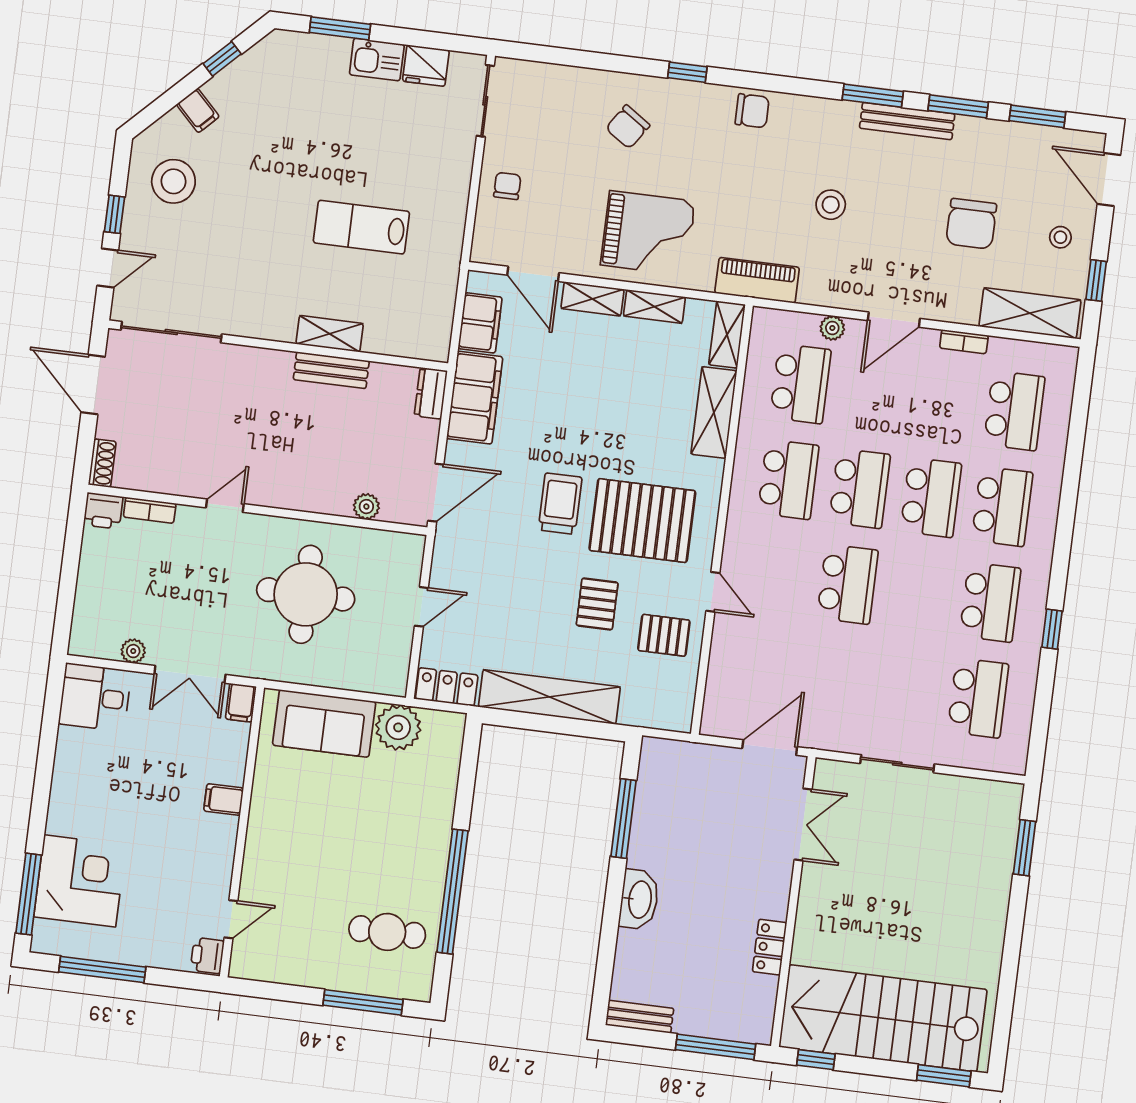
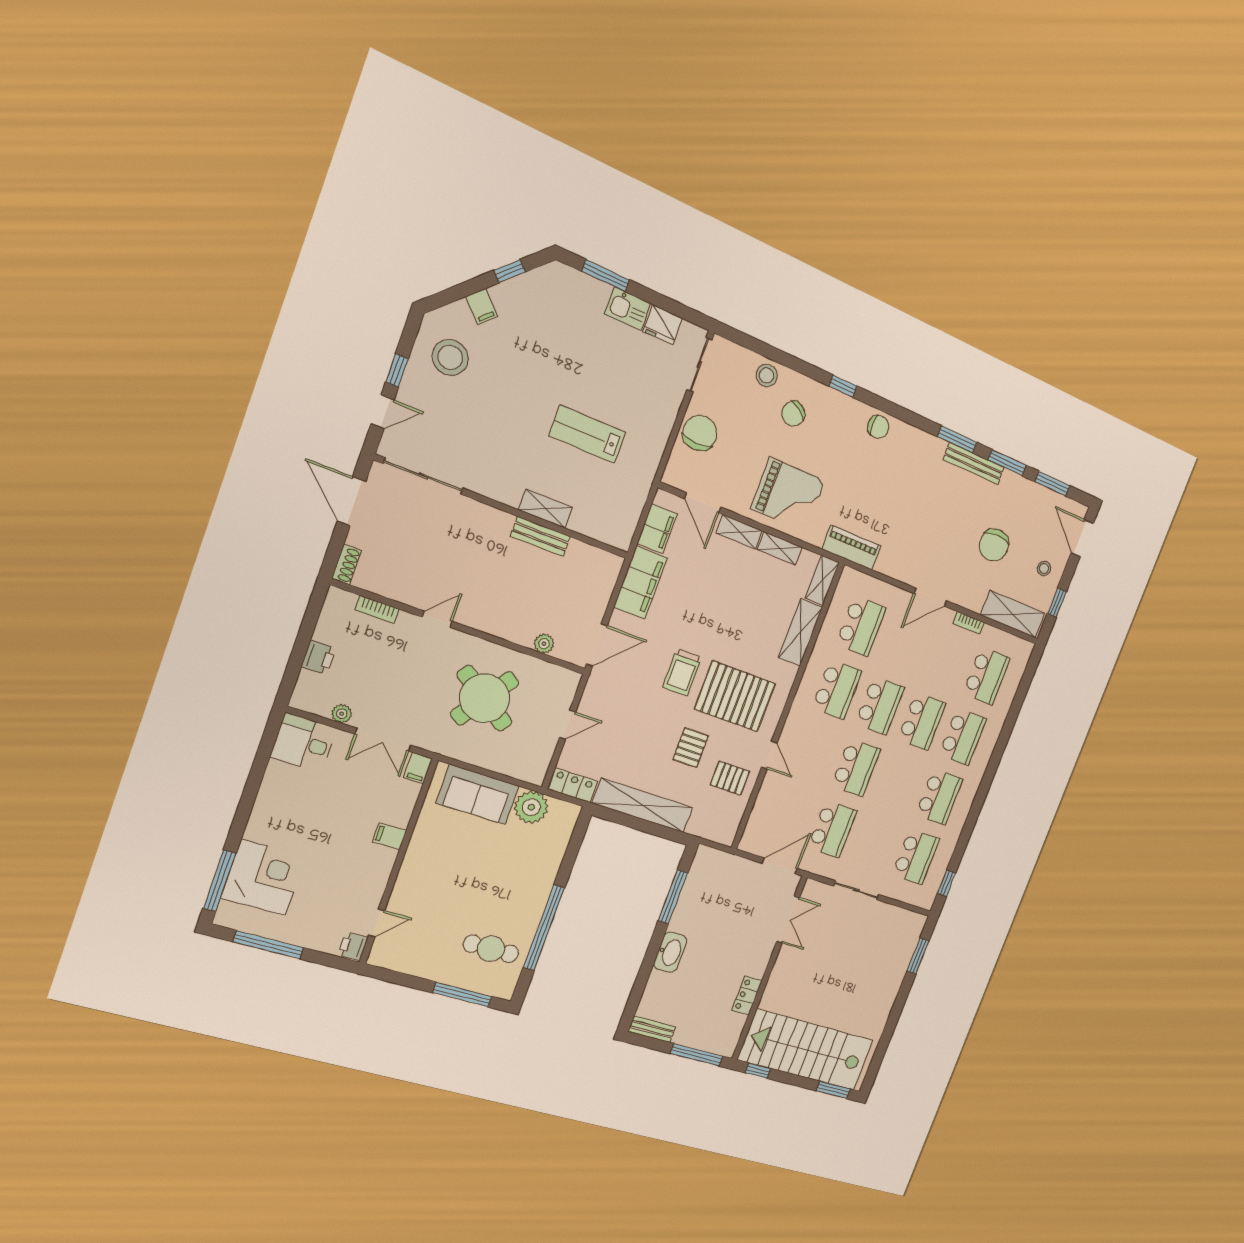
chair: (507, 186) -> (700, 433), width x1.87, depth x1.87
stool: (831, 205) -> (767, 375), moved
plant: (832, 328) -> (891, 593), removed
dresser: (431, 393) -> (610, 572), removed
trolley: (560, 504) -> (682, 672), turned 180
printer: (103, 511) -> (319, 658), moved, turned -90
round table: (306, 594) -> (485, 698), turned 35
window: (1052, 629) -> (947, 883), moved
school desk: (835, 680) -> (832, 829), added

